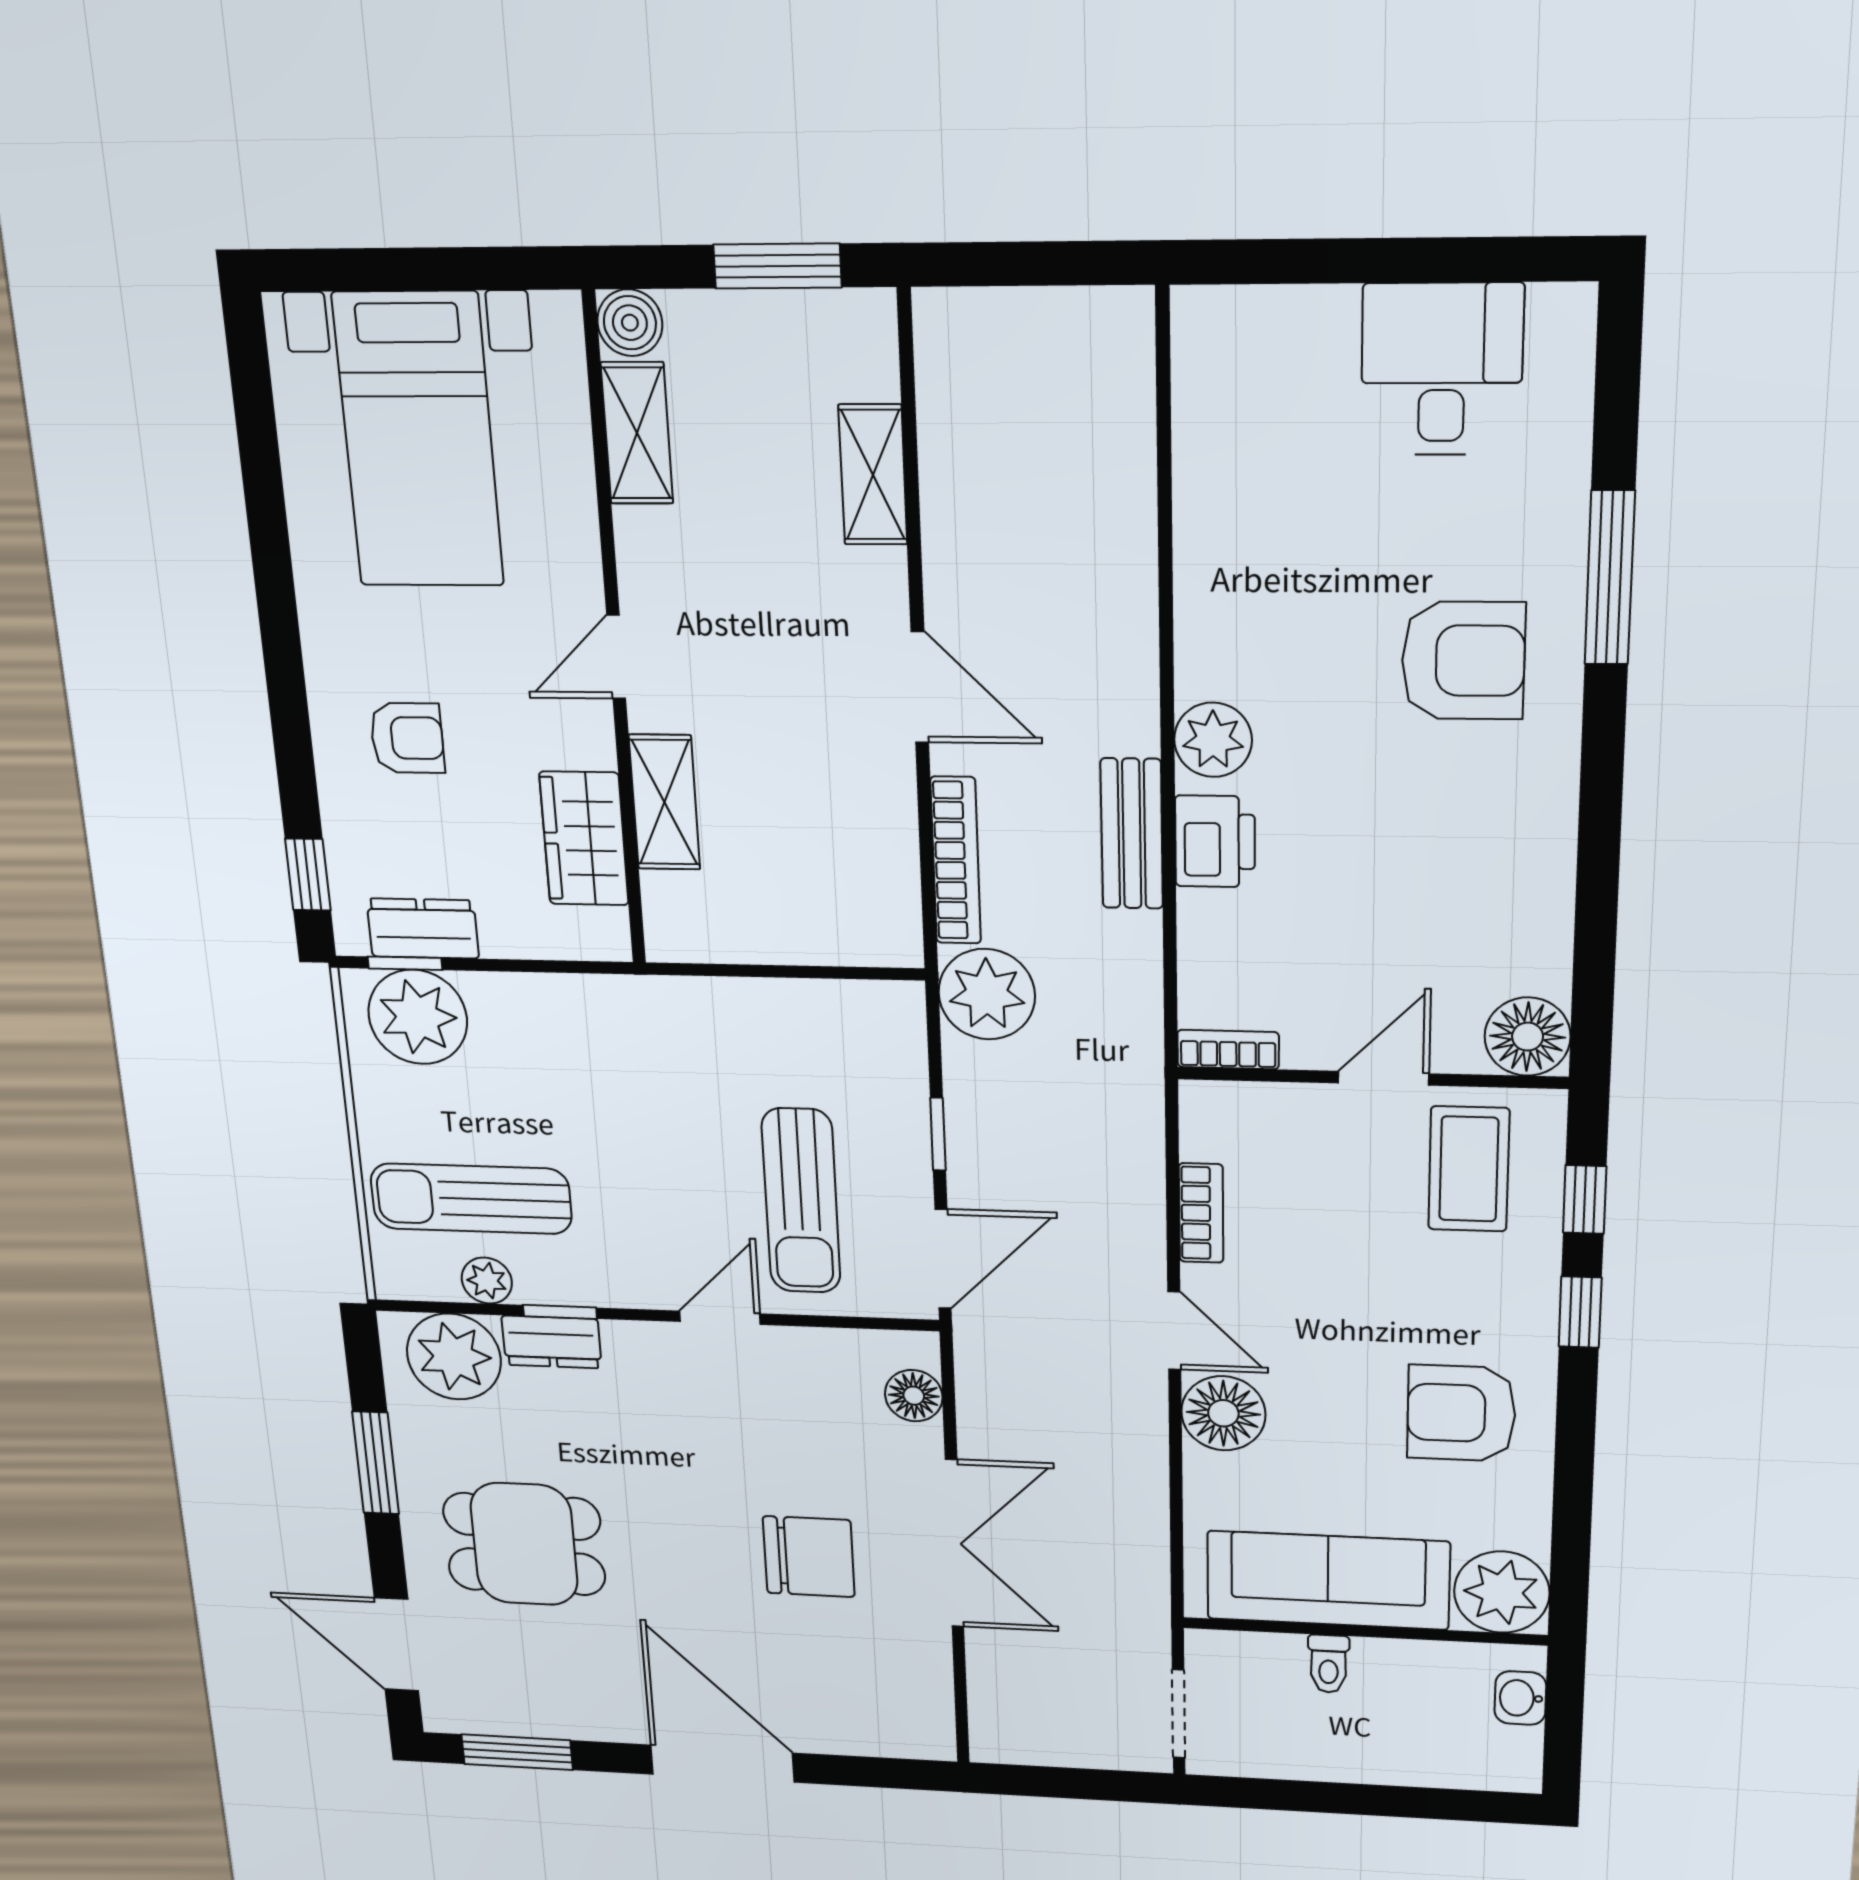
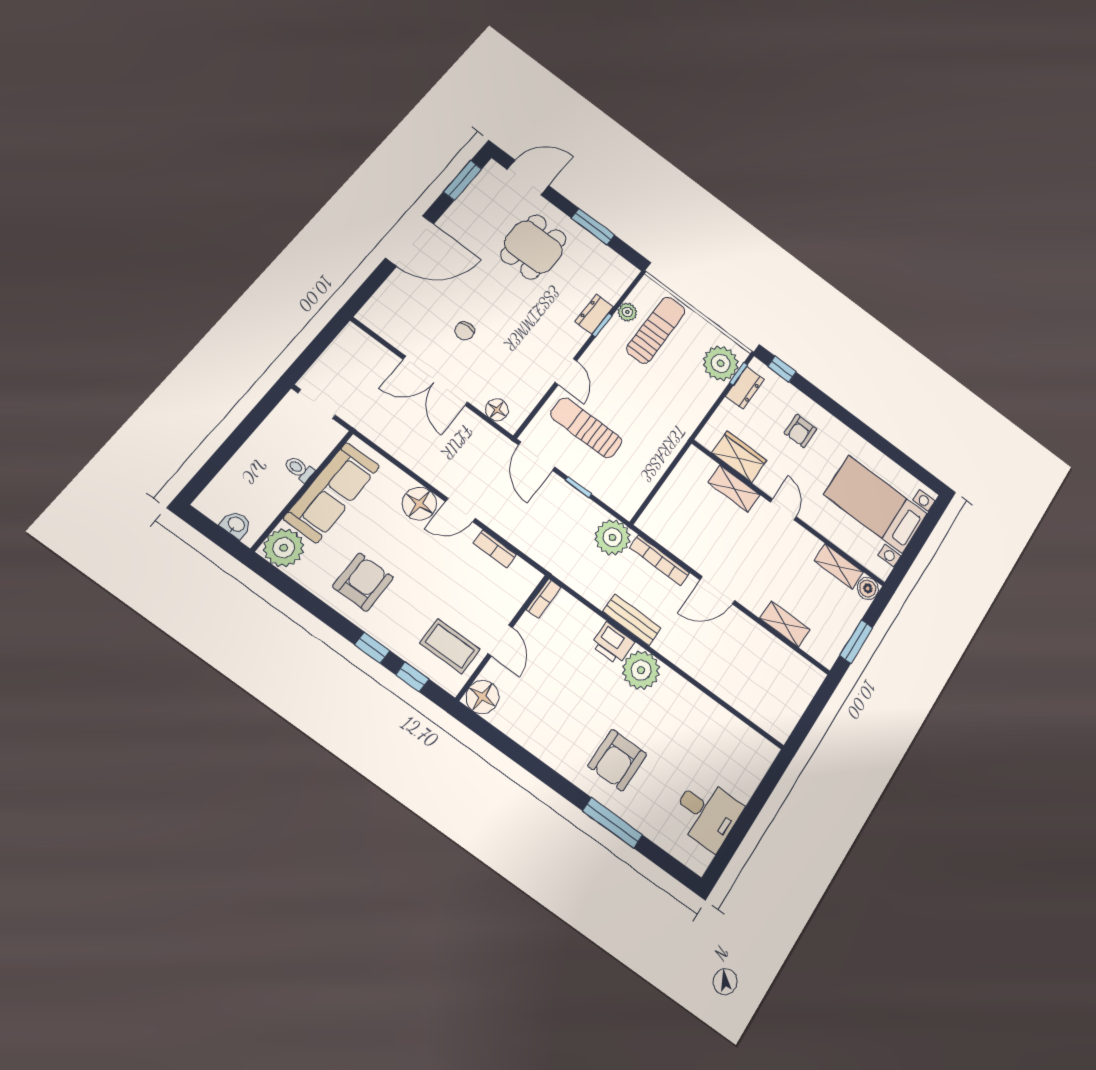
plant: (1213, 740) -> (641, 670), width x1.36, depth x1.36
plant: (454, 1357) -> (610, 281), removed
chair: (809, 1557) -> (465, 331), width x0.54, depth x0.54

